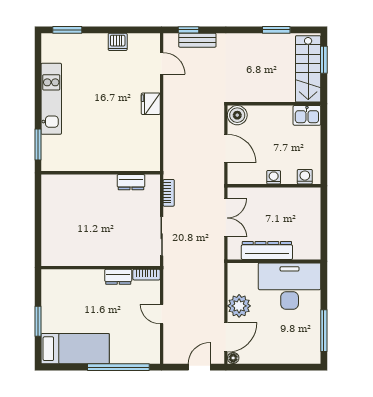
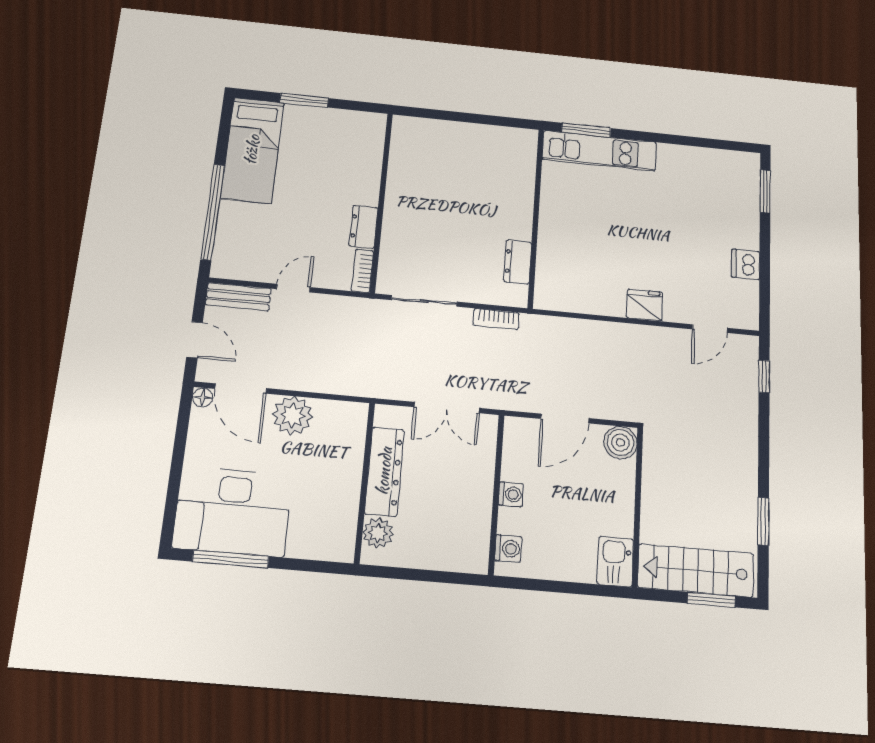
bench: (197, 40) -> (238, 297), moved, turned 90
kitchen unit: (51, 99) -> (599, 151), moved
plant: (302, 251) -> (378, 533), added
desk: (290, 286) -> (233, 511), moved, turned 90

